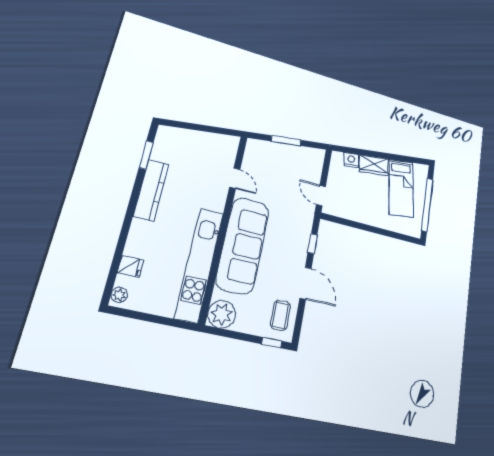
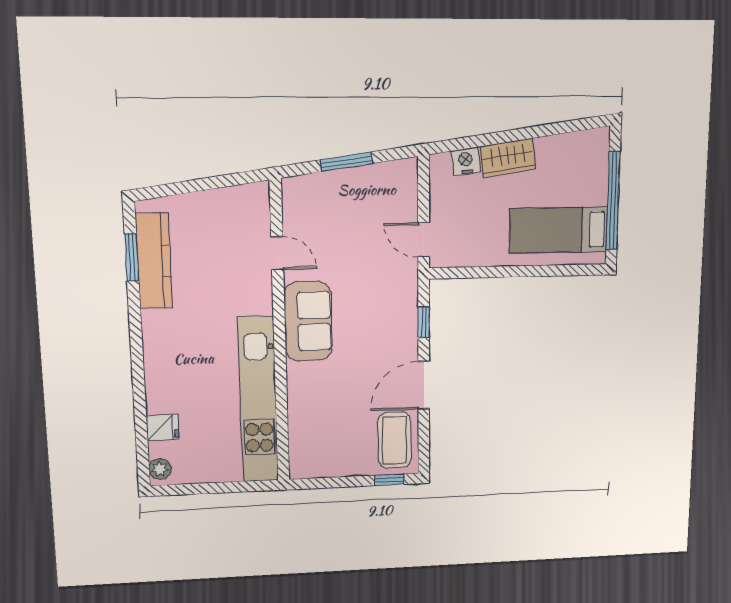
bed: (401, 188) -> (559, 230), moved, turned 98
kitchen counter: (151, 190) -> (154, 261), moved
sofa: (243, 245) -> (308, 321), width x0.54, depth x0.79
door: (305, 283) -> (424, 385), swing flipped
plant: (222, 314) -> (308, 460), removed
coffee table: (280, 315) -> (395, 440), width x1.36, depth x1.30

